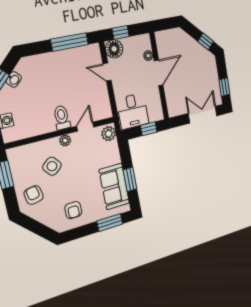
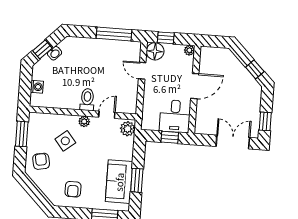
plant: (148, 56) -> (189, 50), moved
desk: (133, 111) -> (175, 116), moved

